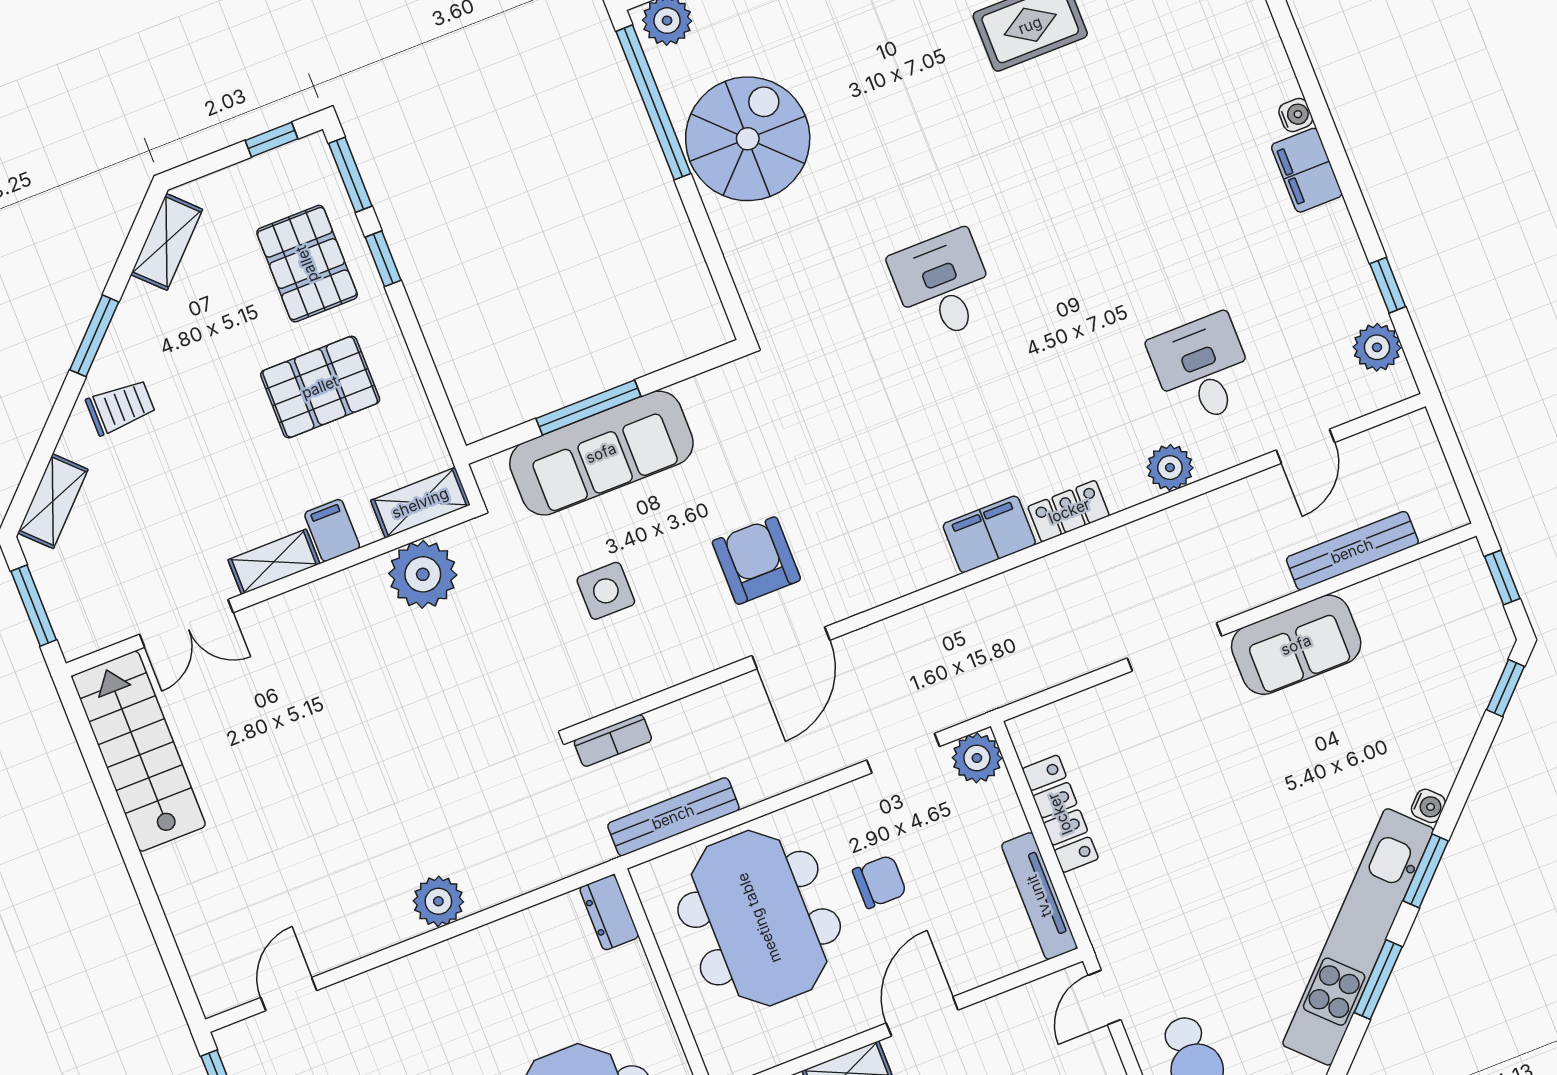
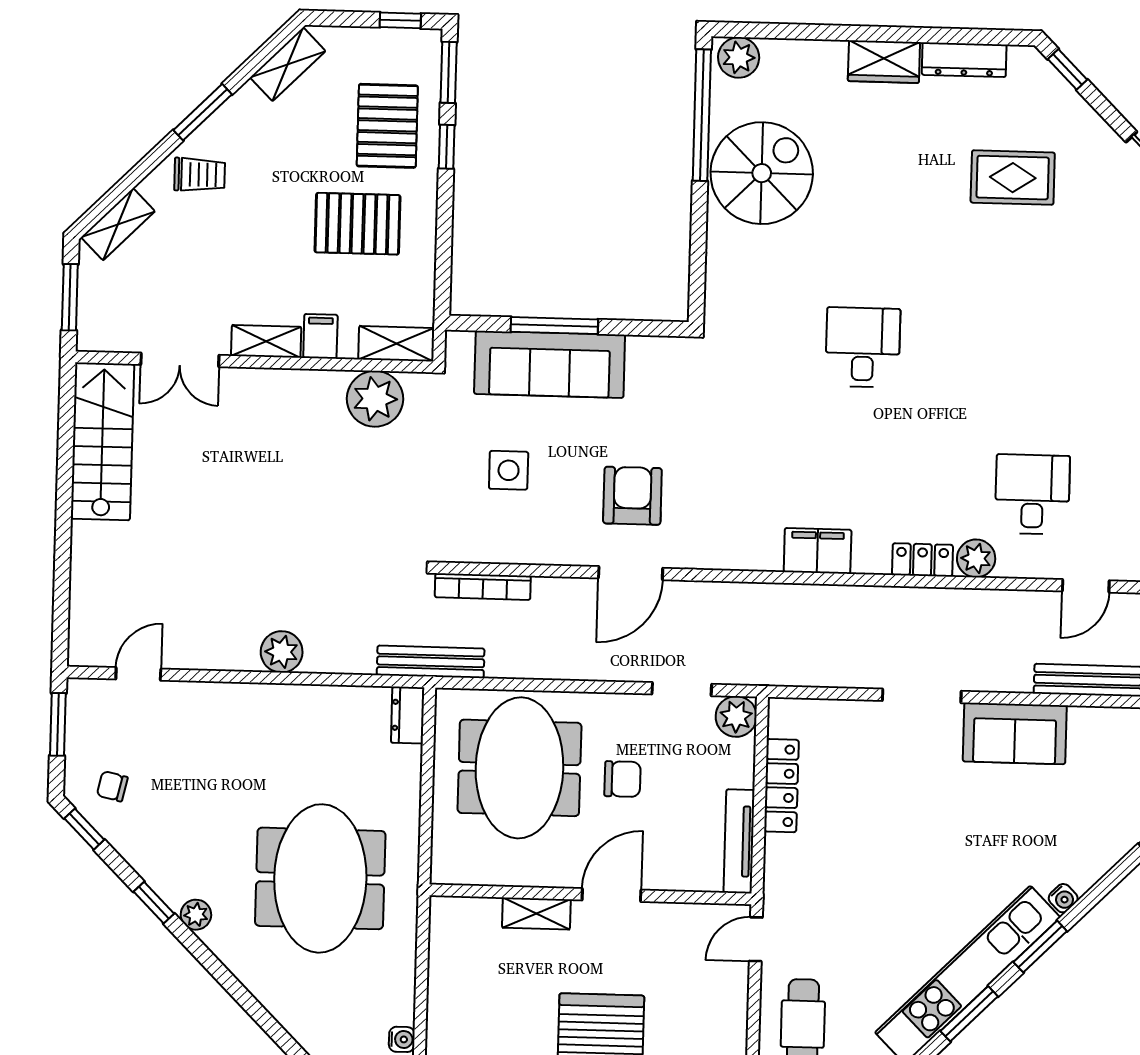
locker: (1069, 511) -> (922, 560), moved
bookcase: (613, 741) -> (483, 587), width x1.56
bench: (673, 817) -> (431, 662), moved

